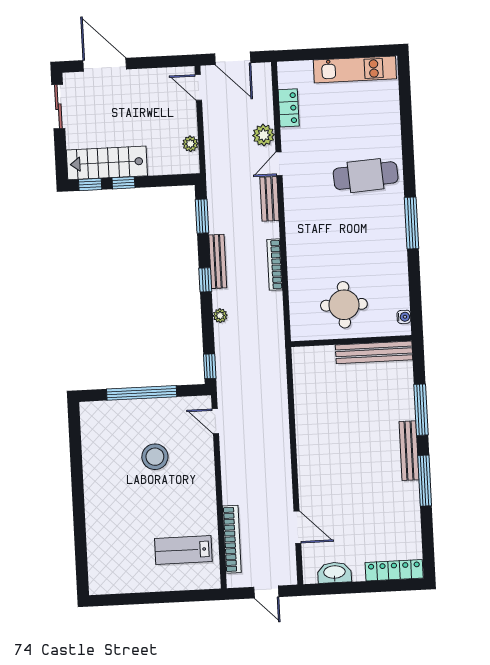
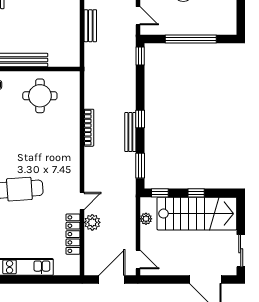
door: (233, 58) -> (112, 280), hinge flipped
locker: (289, 108) -> (73, 234), width x1.53
stairs: (107, 163) -> (197, 214), width x1.36, depth x1.51
window: (90, 184) -> (160, 193), moved
bench: (269, 199) -> (90, 26), moved
plant: (220, 316) -> (131, 92), removed

